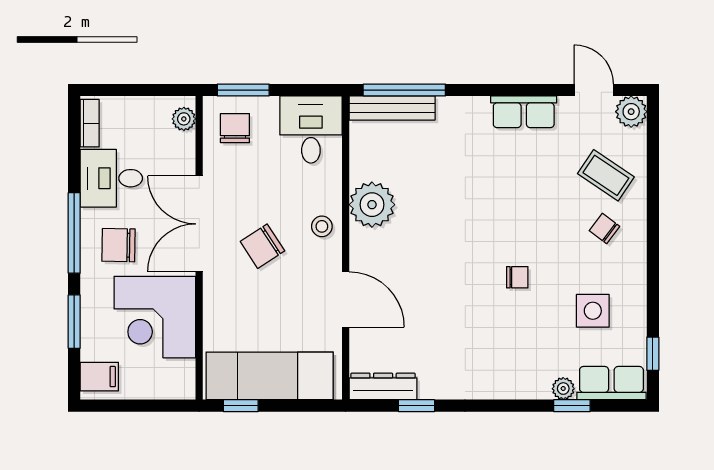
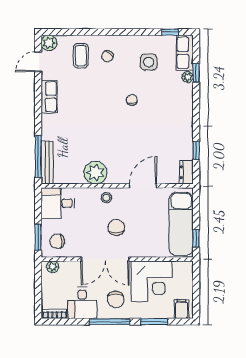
coffee table: (606, 175) -> (81, 56), turned -34
chair: (262, 246) -> (116, 227), turned -147
dresser: (383, 386) -> (186, 172), width x0.70

